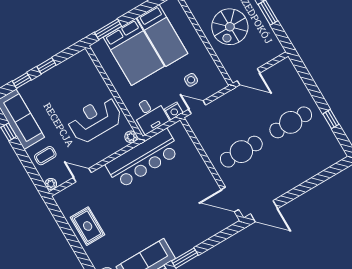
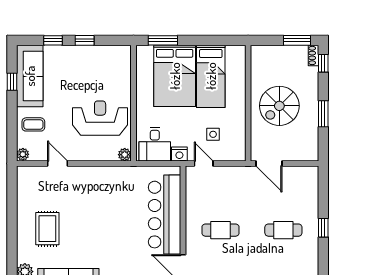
window: (331, 119) -> (323, 228), moved
cafe table: (291, 122) -> (283, 230), width x0.73, depth x0.74
cafe table: (241, 152) -> (221, 230), width x0.73, depth x0.74
bar counter: (143, 159) -> (165, 215), moved, turned 90
rug: (88, 226) -> (47, 229), moved

